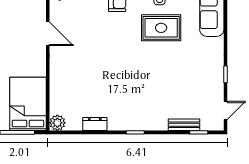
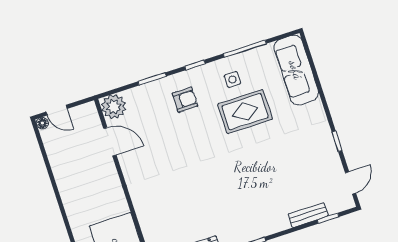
door: (48, 34) -> (110, 142), moved

